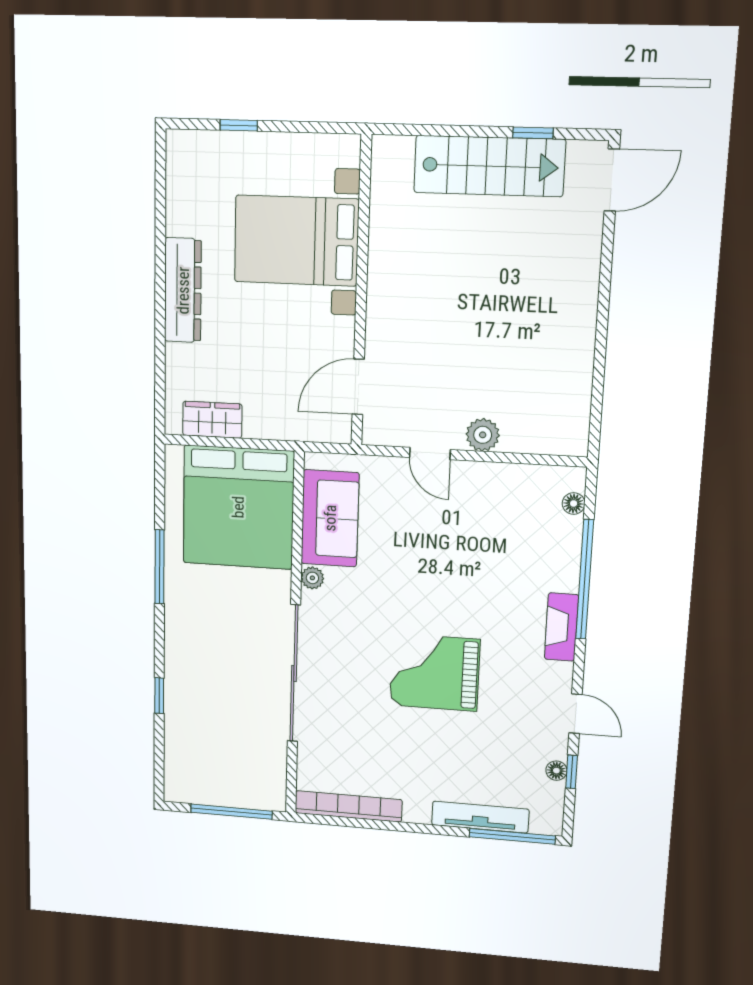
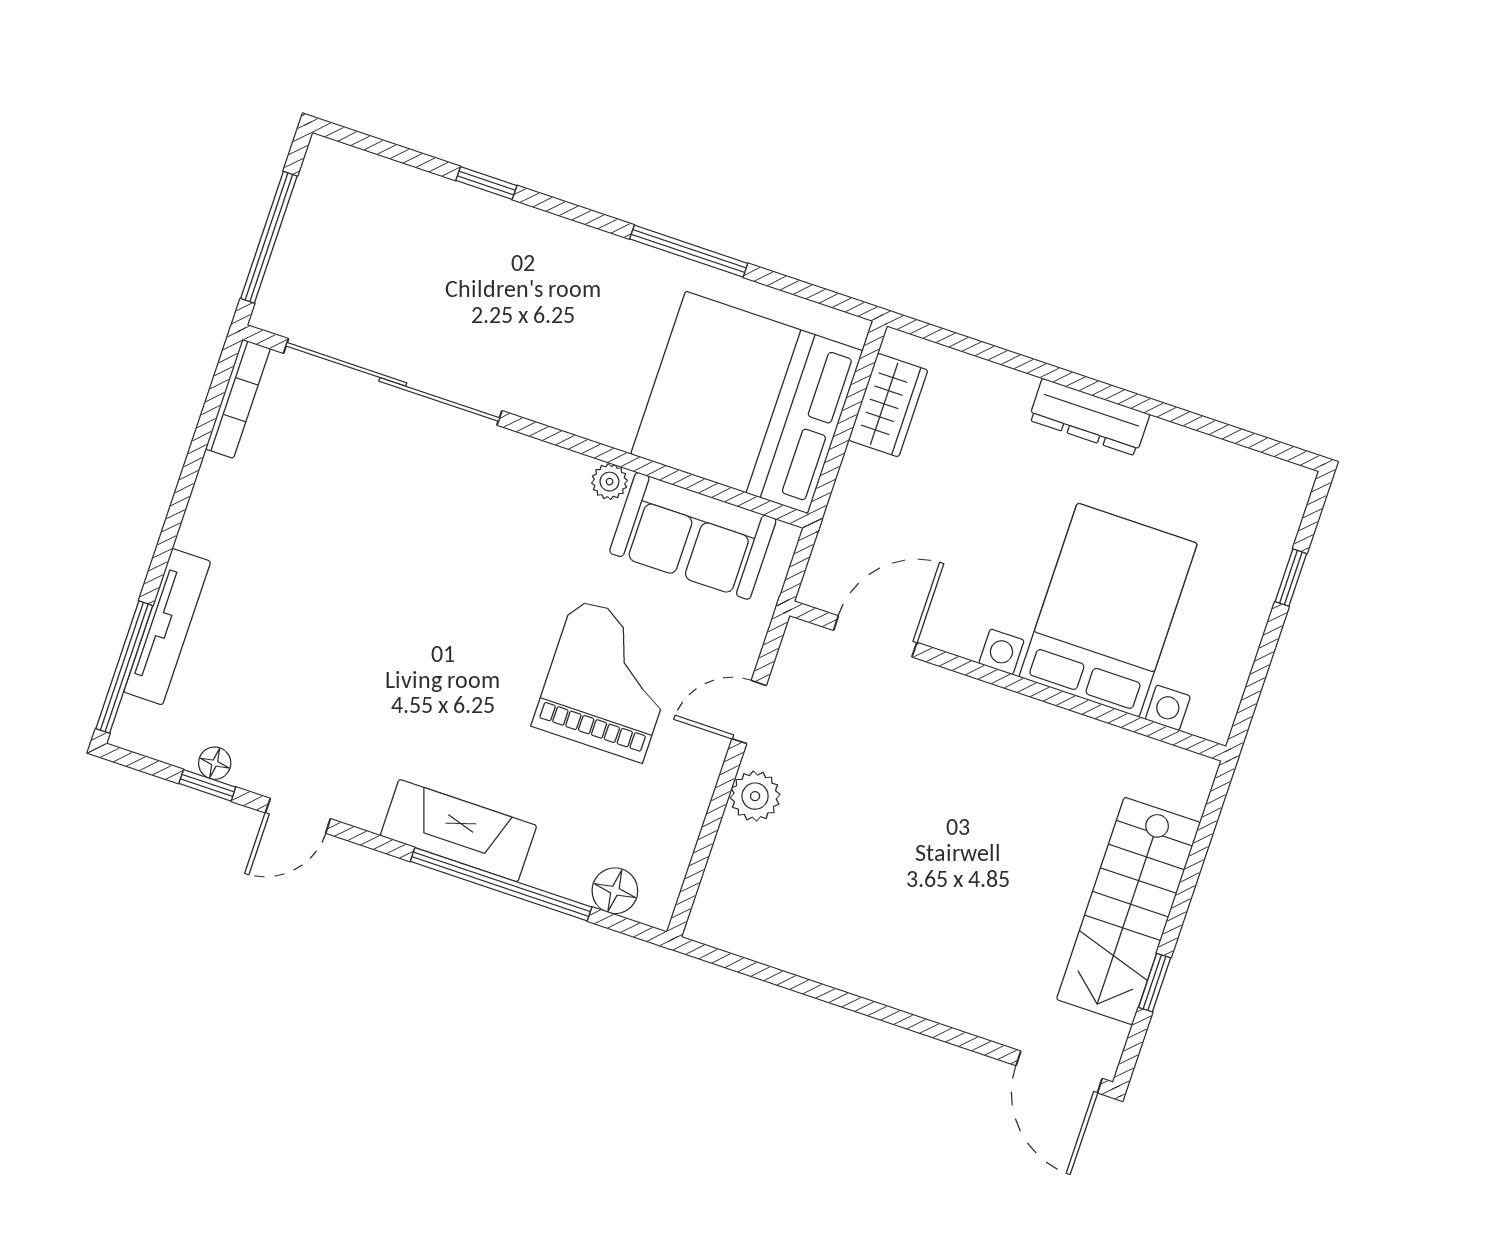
dresser: (183, 290) -> (1089, 417), width x0.73, depth x0.80
door: (358, 387) -> (875, 636), hinge flipped
floor lamp: (574, 503) -> (615, 891), width x1.37, depth x1.37
fireplace: (561, 627) -> (458, 831), width x1.37, depth x1.32
grand piano: (435, 672) -> (608, 680), moved
sliding door: (294, 673) -> (393, 382), moved
bookcase: (348, 806) -> (238, 399), width x0.68, depth x0.76

